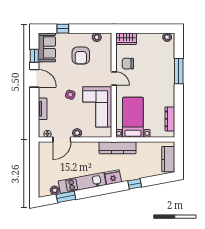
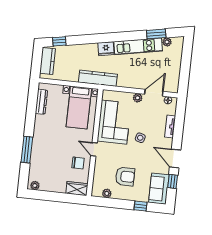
armchair: (81, 56) -> (125, 176), turned 90
window: (135, 184) -> (59, 41), moved

